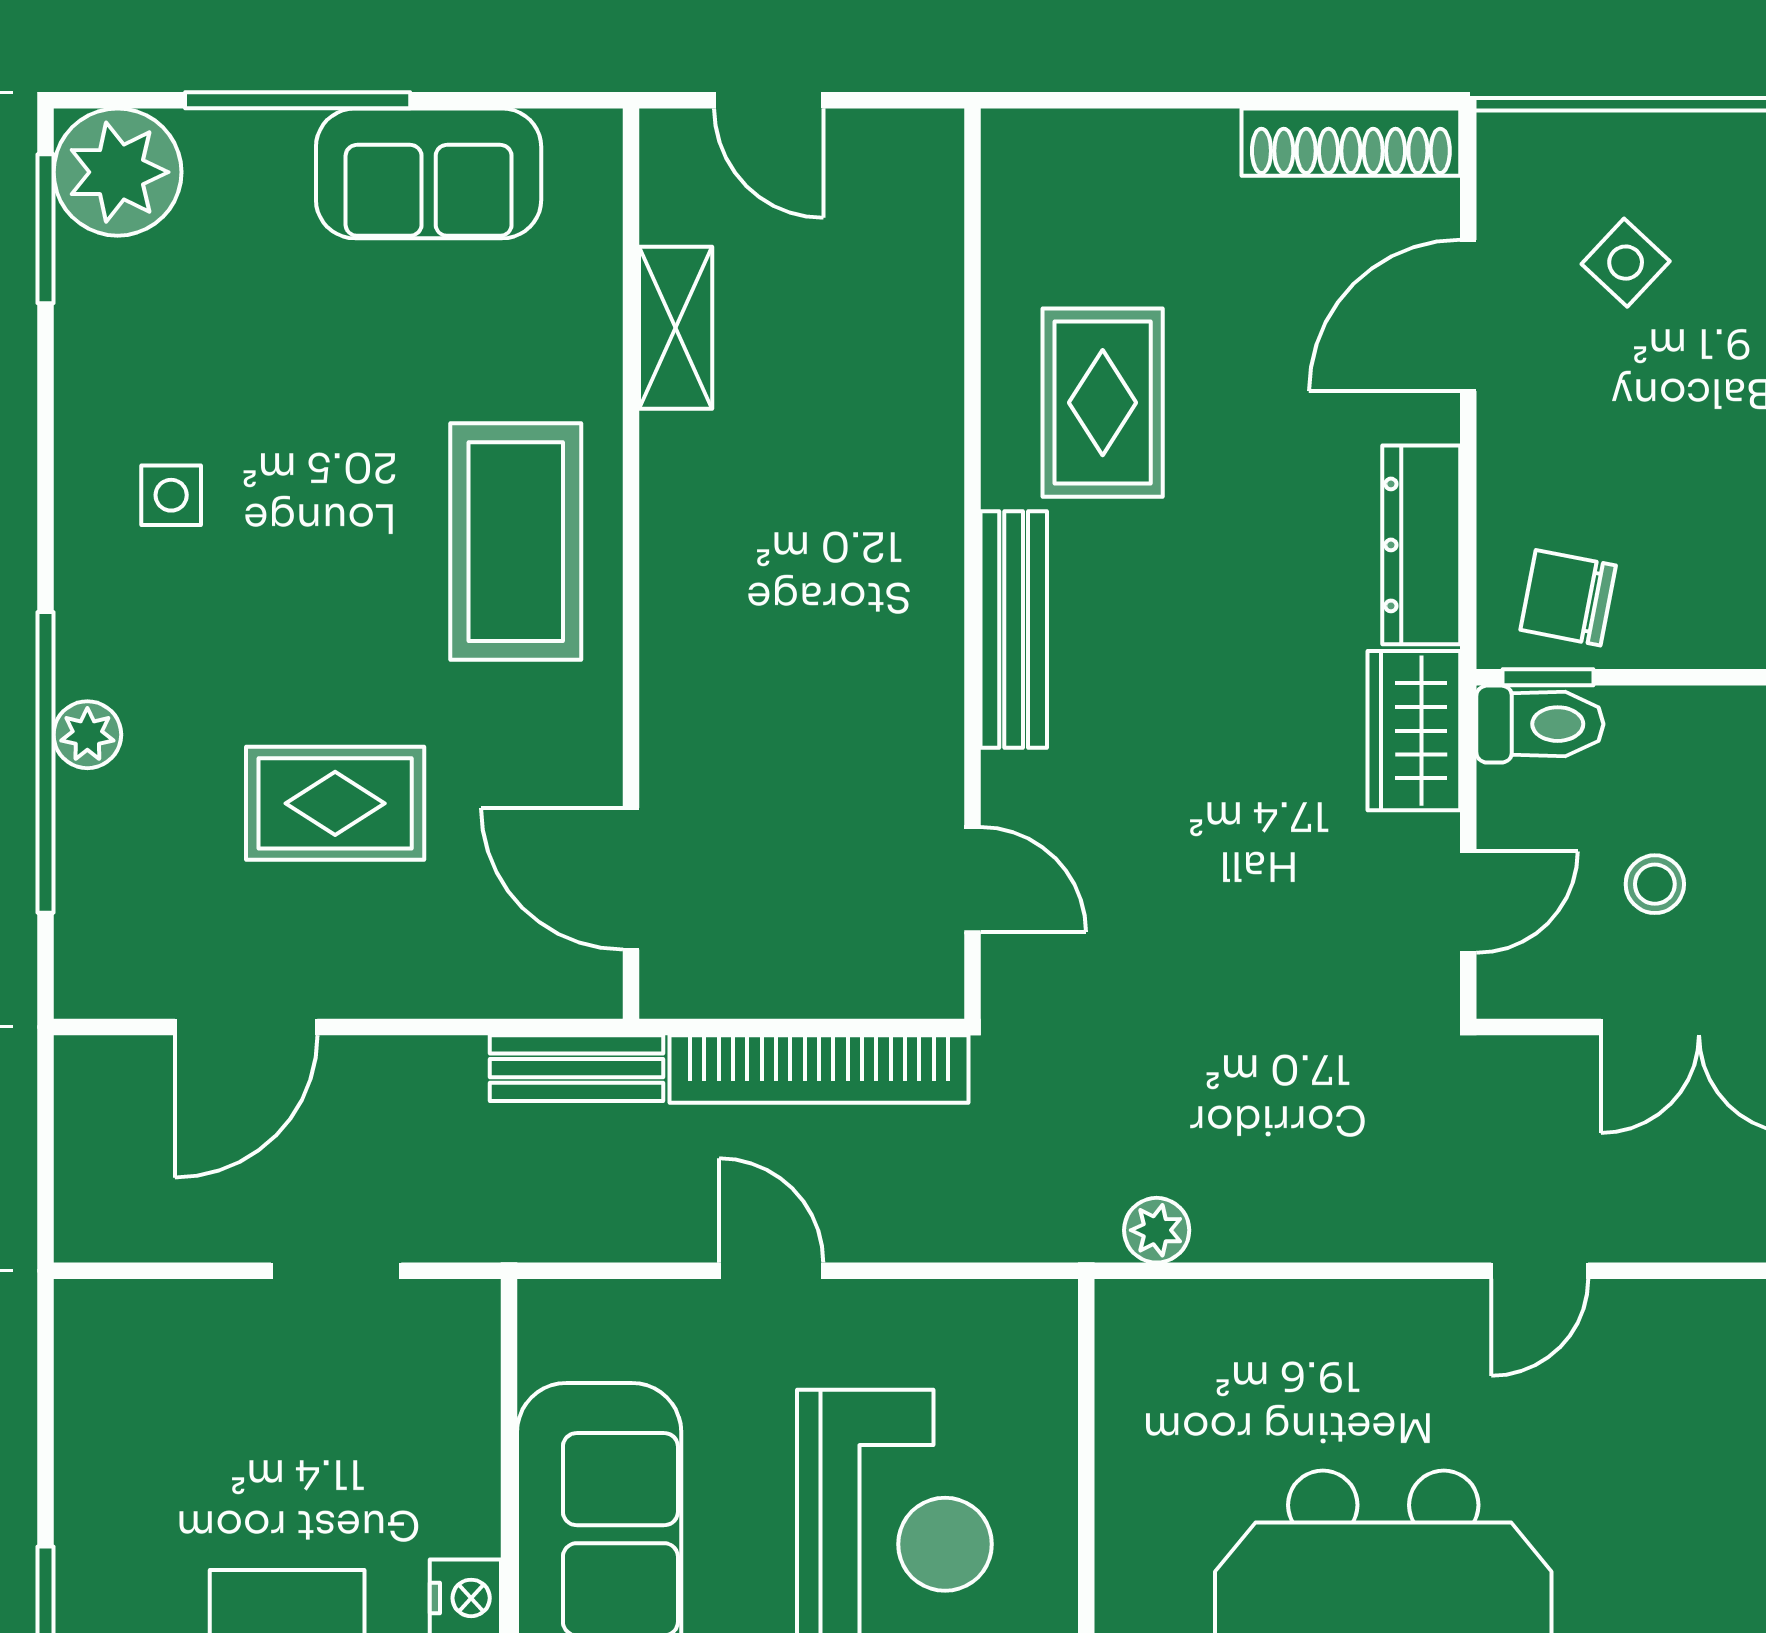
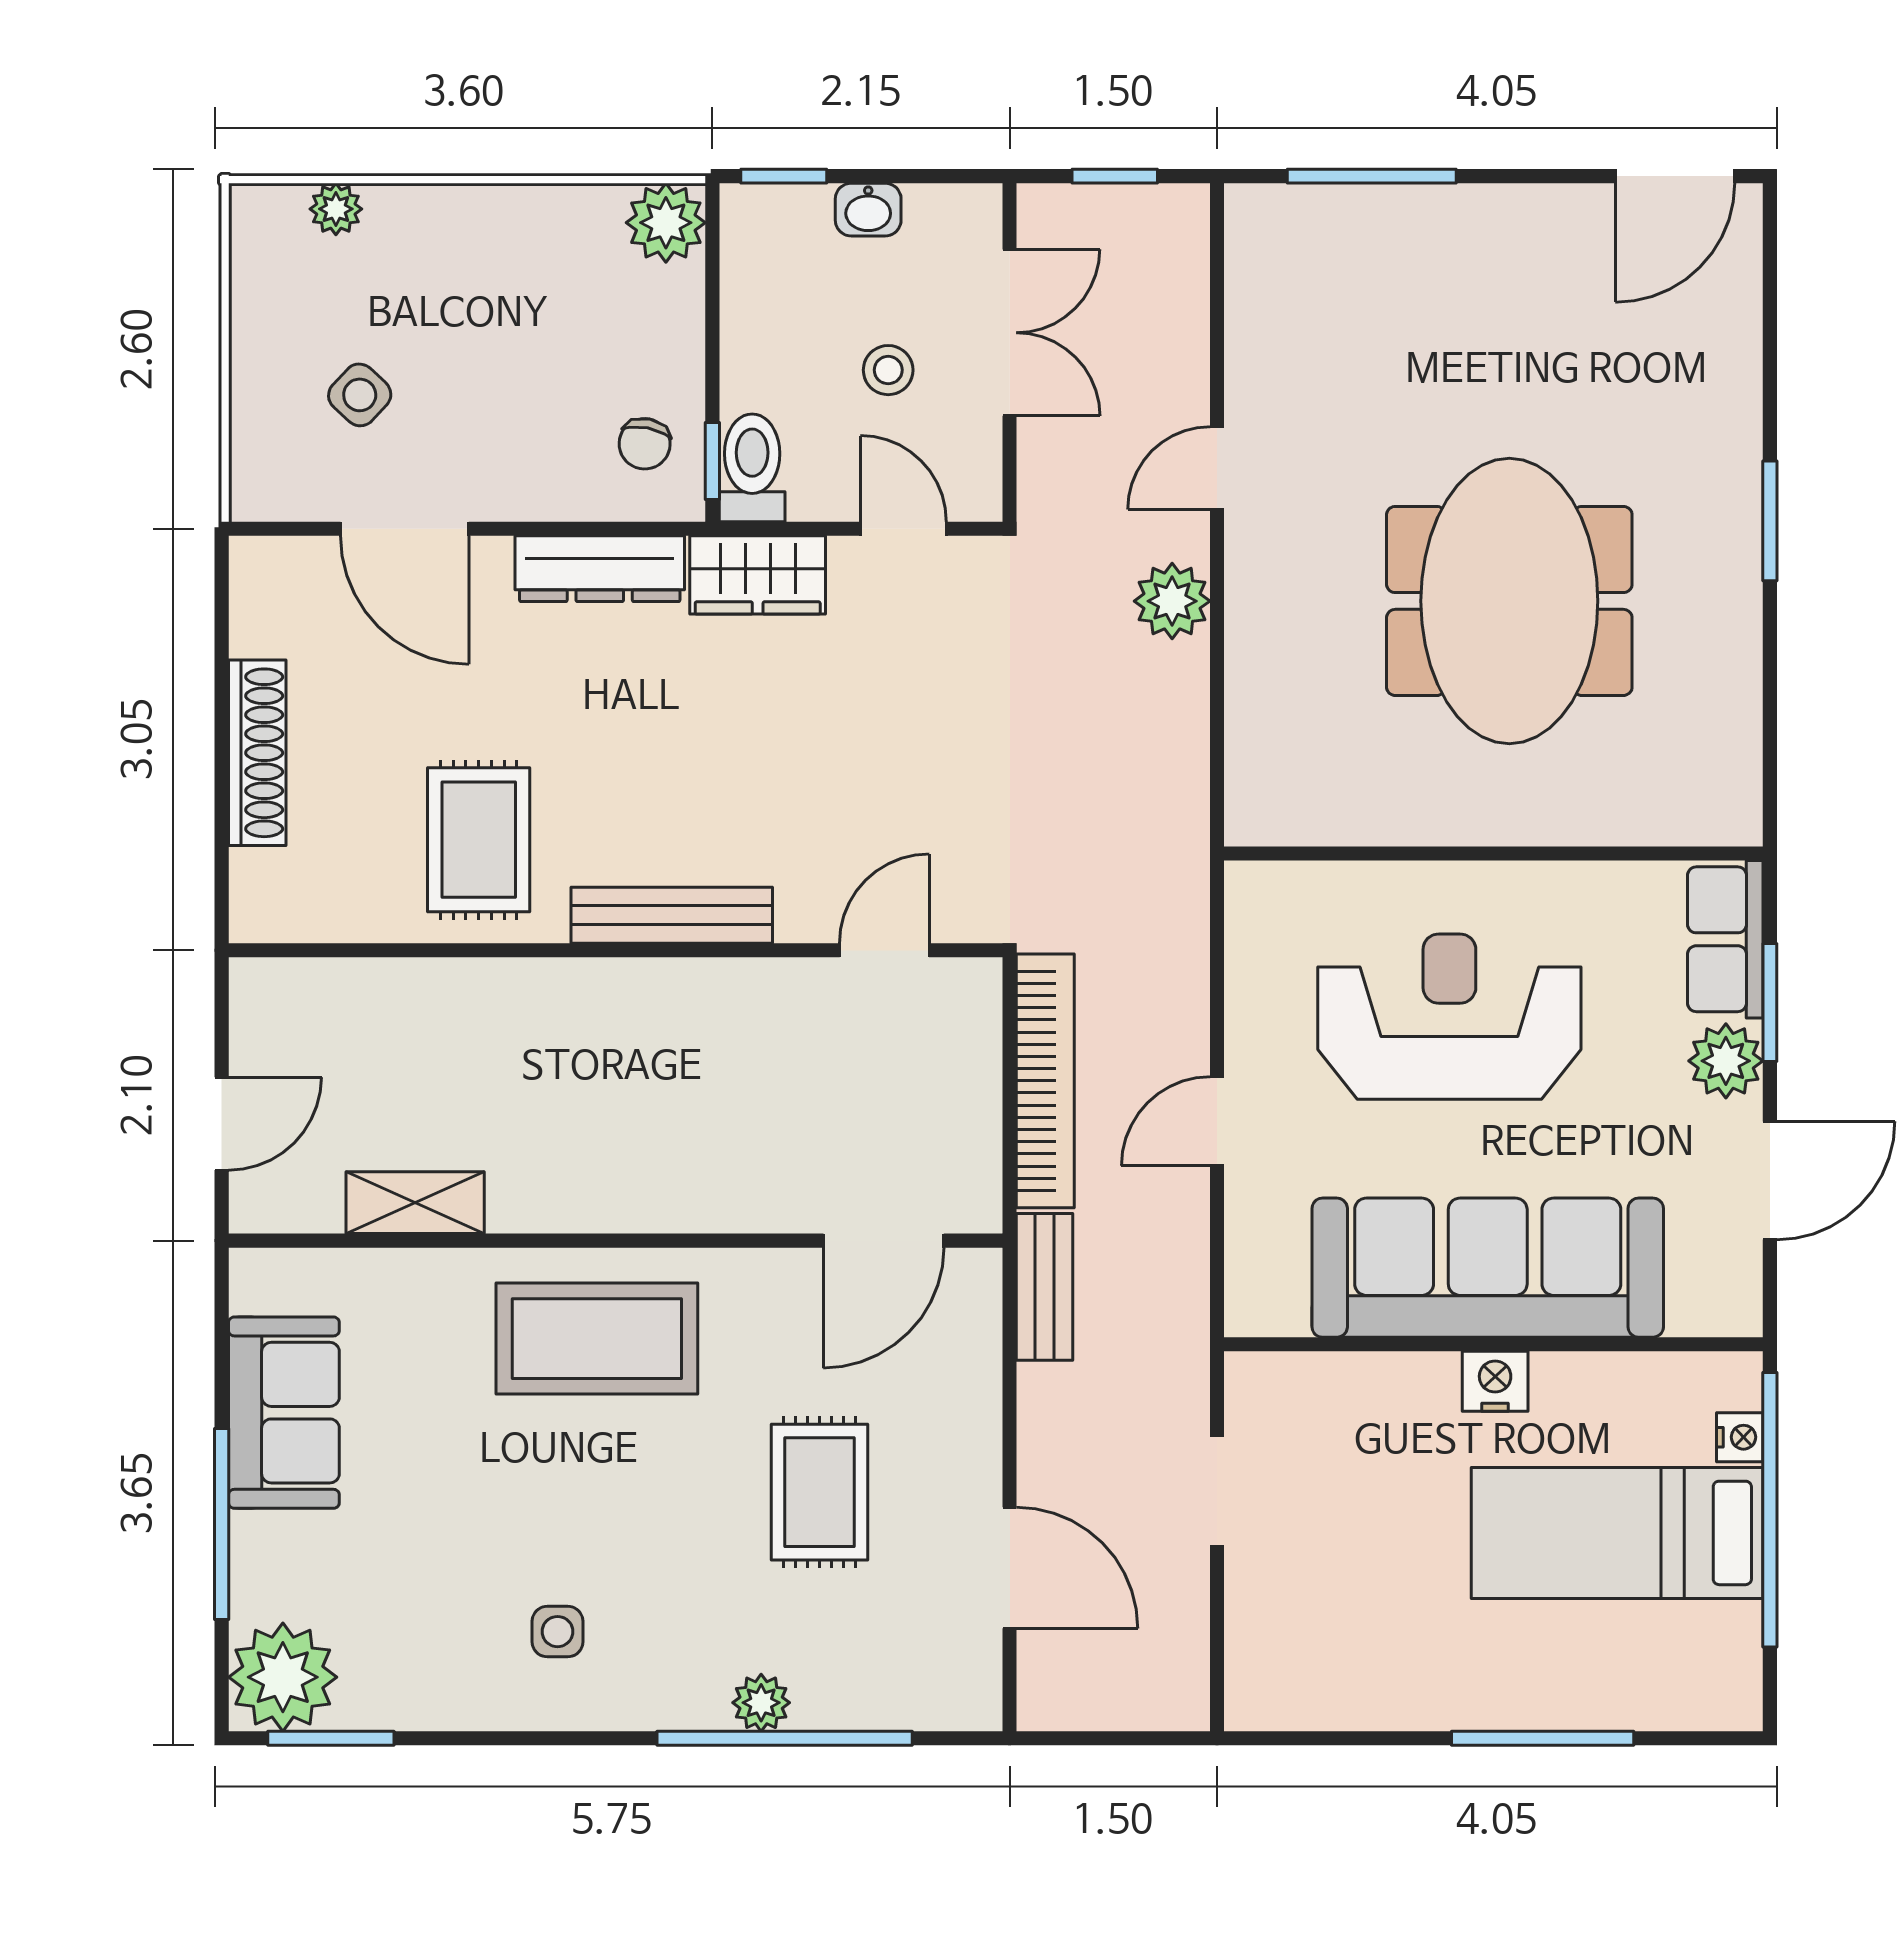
shoe rack: (1351, 142) -> (257, 753), moved
rug: (1103, 403) -> (479, 840), turned 90
chair: (1568, 598) -> (645, 444), width x0.73, depth x0.73
plant: (1157, 1230) -> (1172, 601), moved, width x1.38, depth x1.38
door: (1540, 1271) -> (1217, 468), swing flipped

